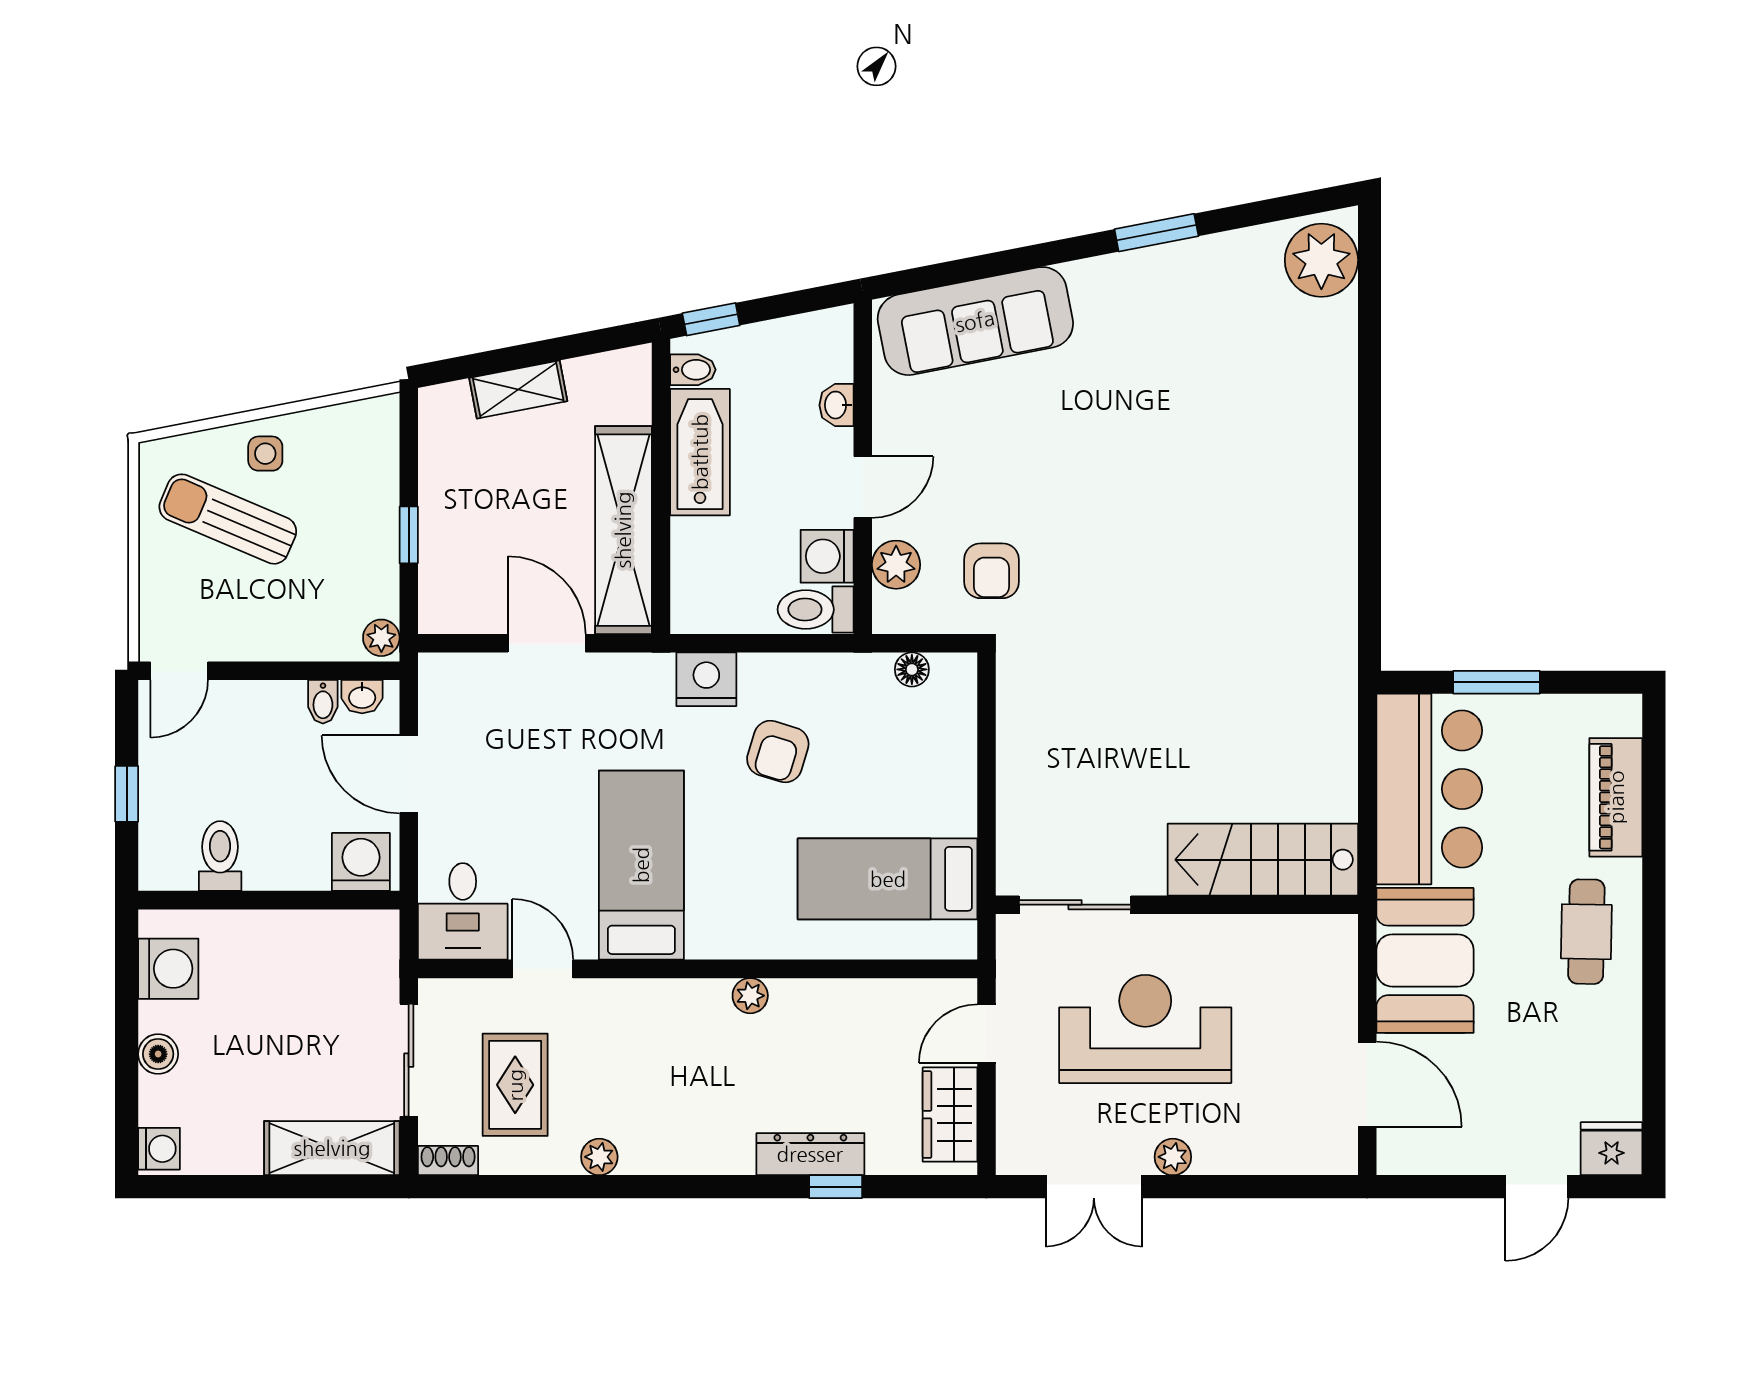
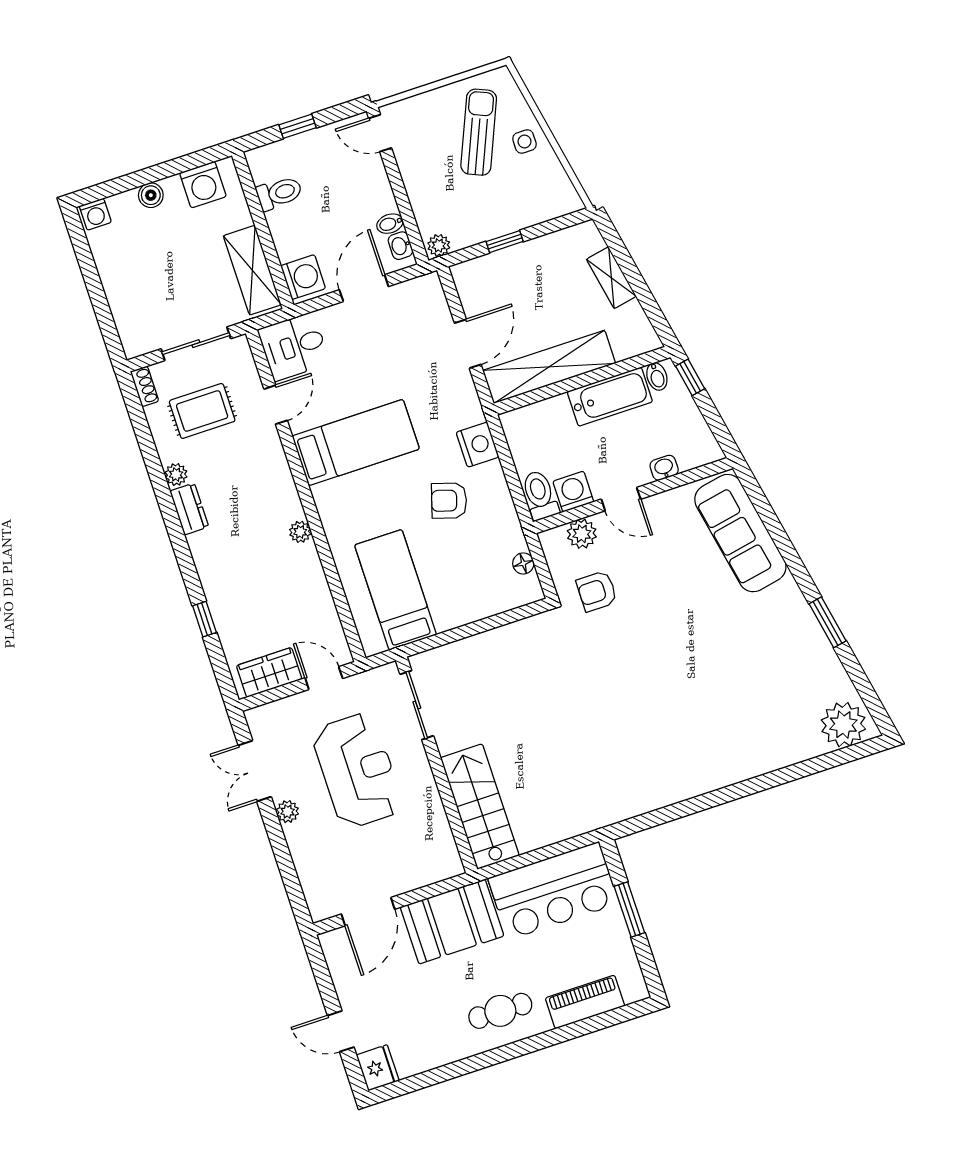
shelving: (332, 1148) -> (252, 270), moved
dresser: (810, 1154) -> (189, 509), moved, width x0.70

